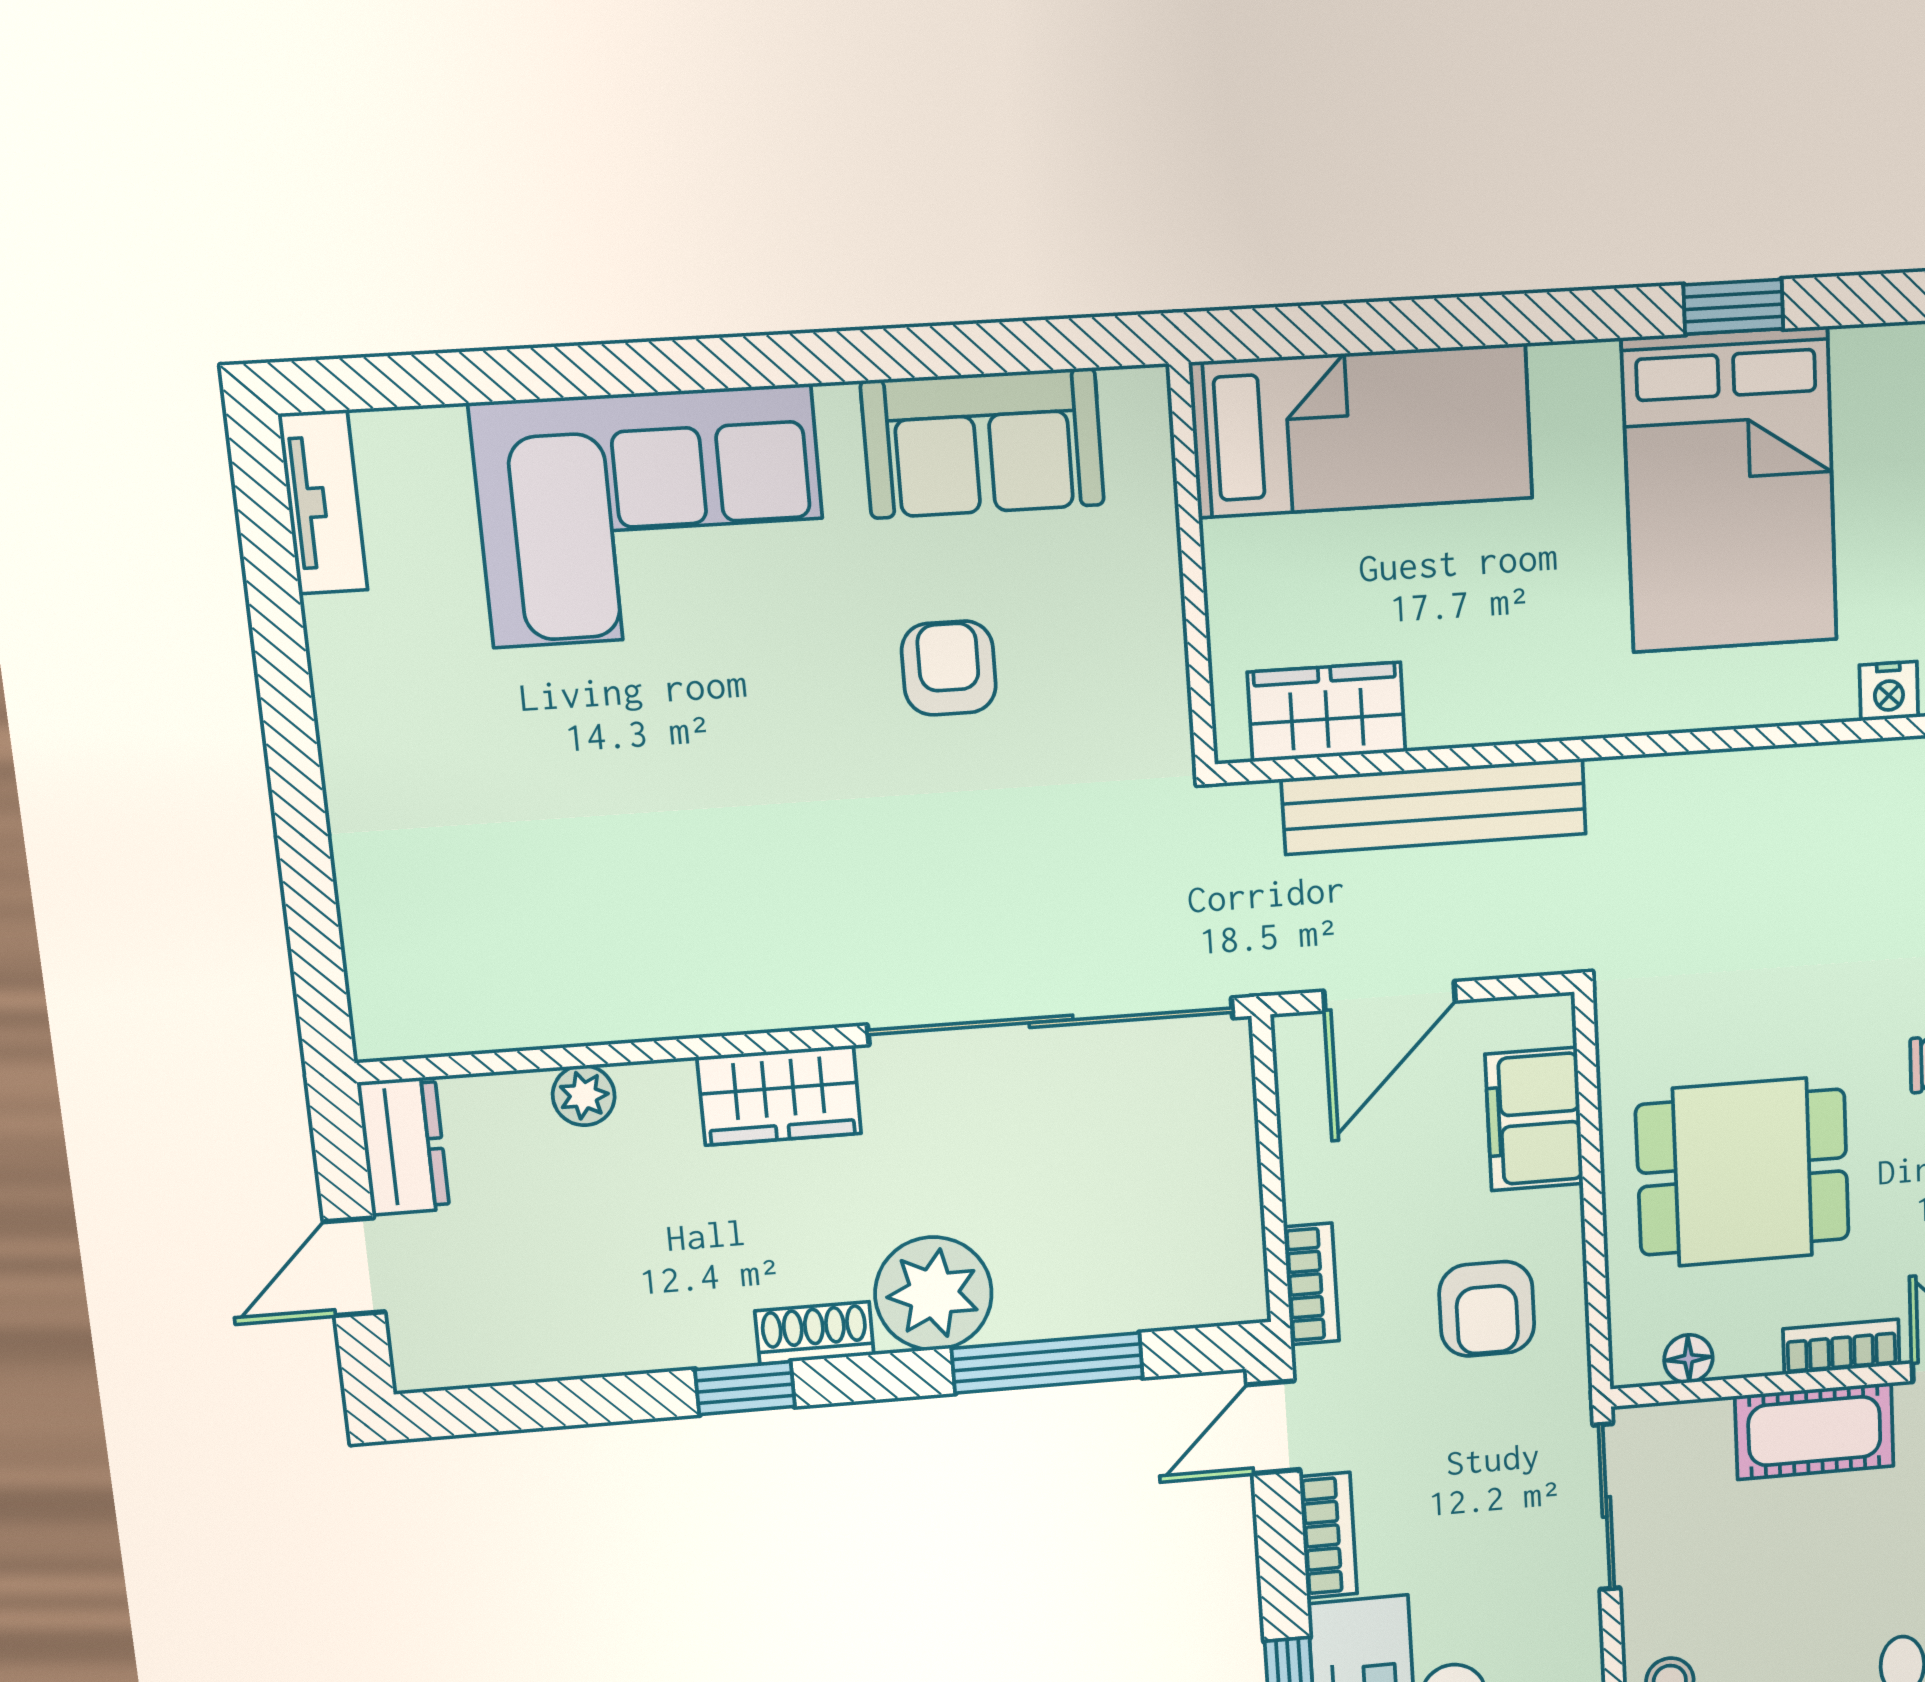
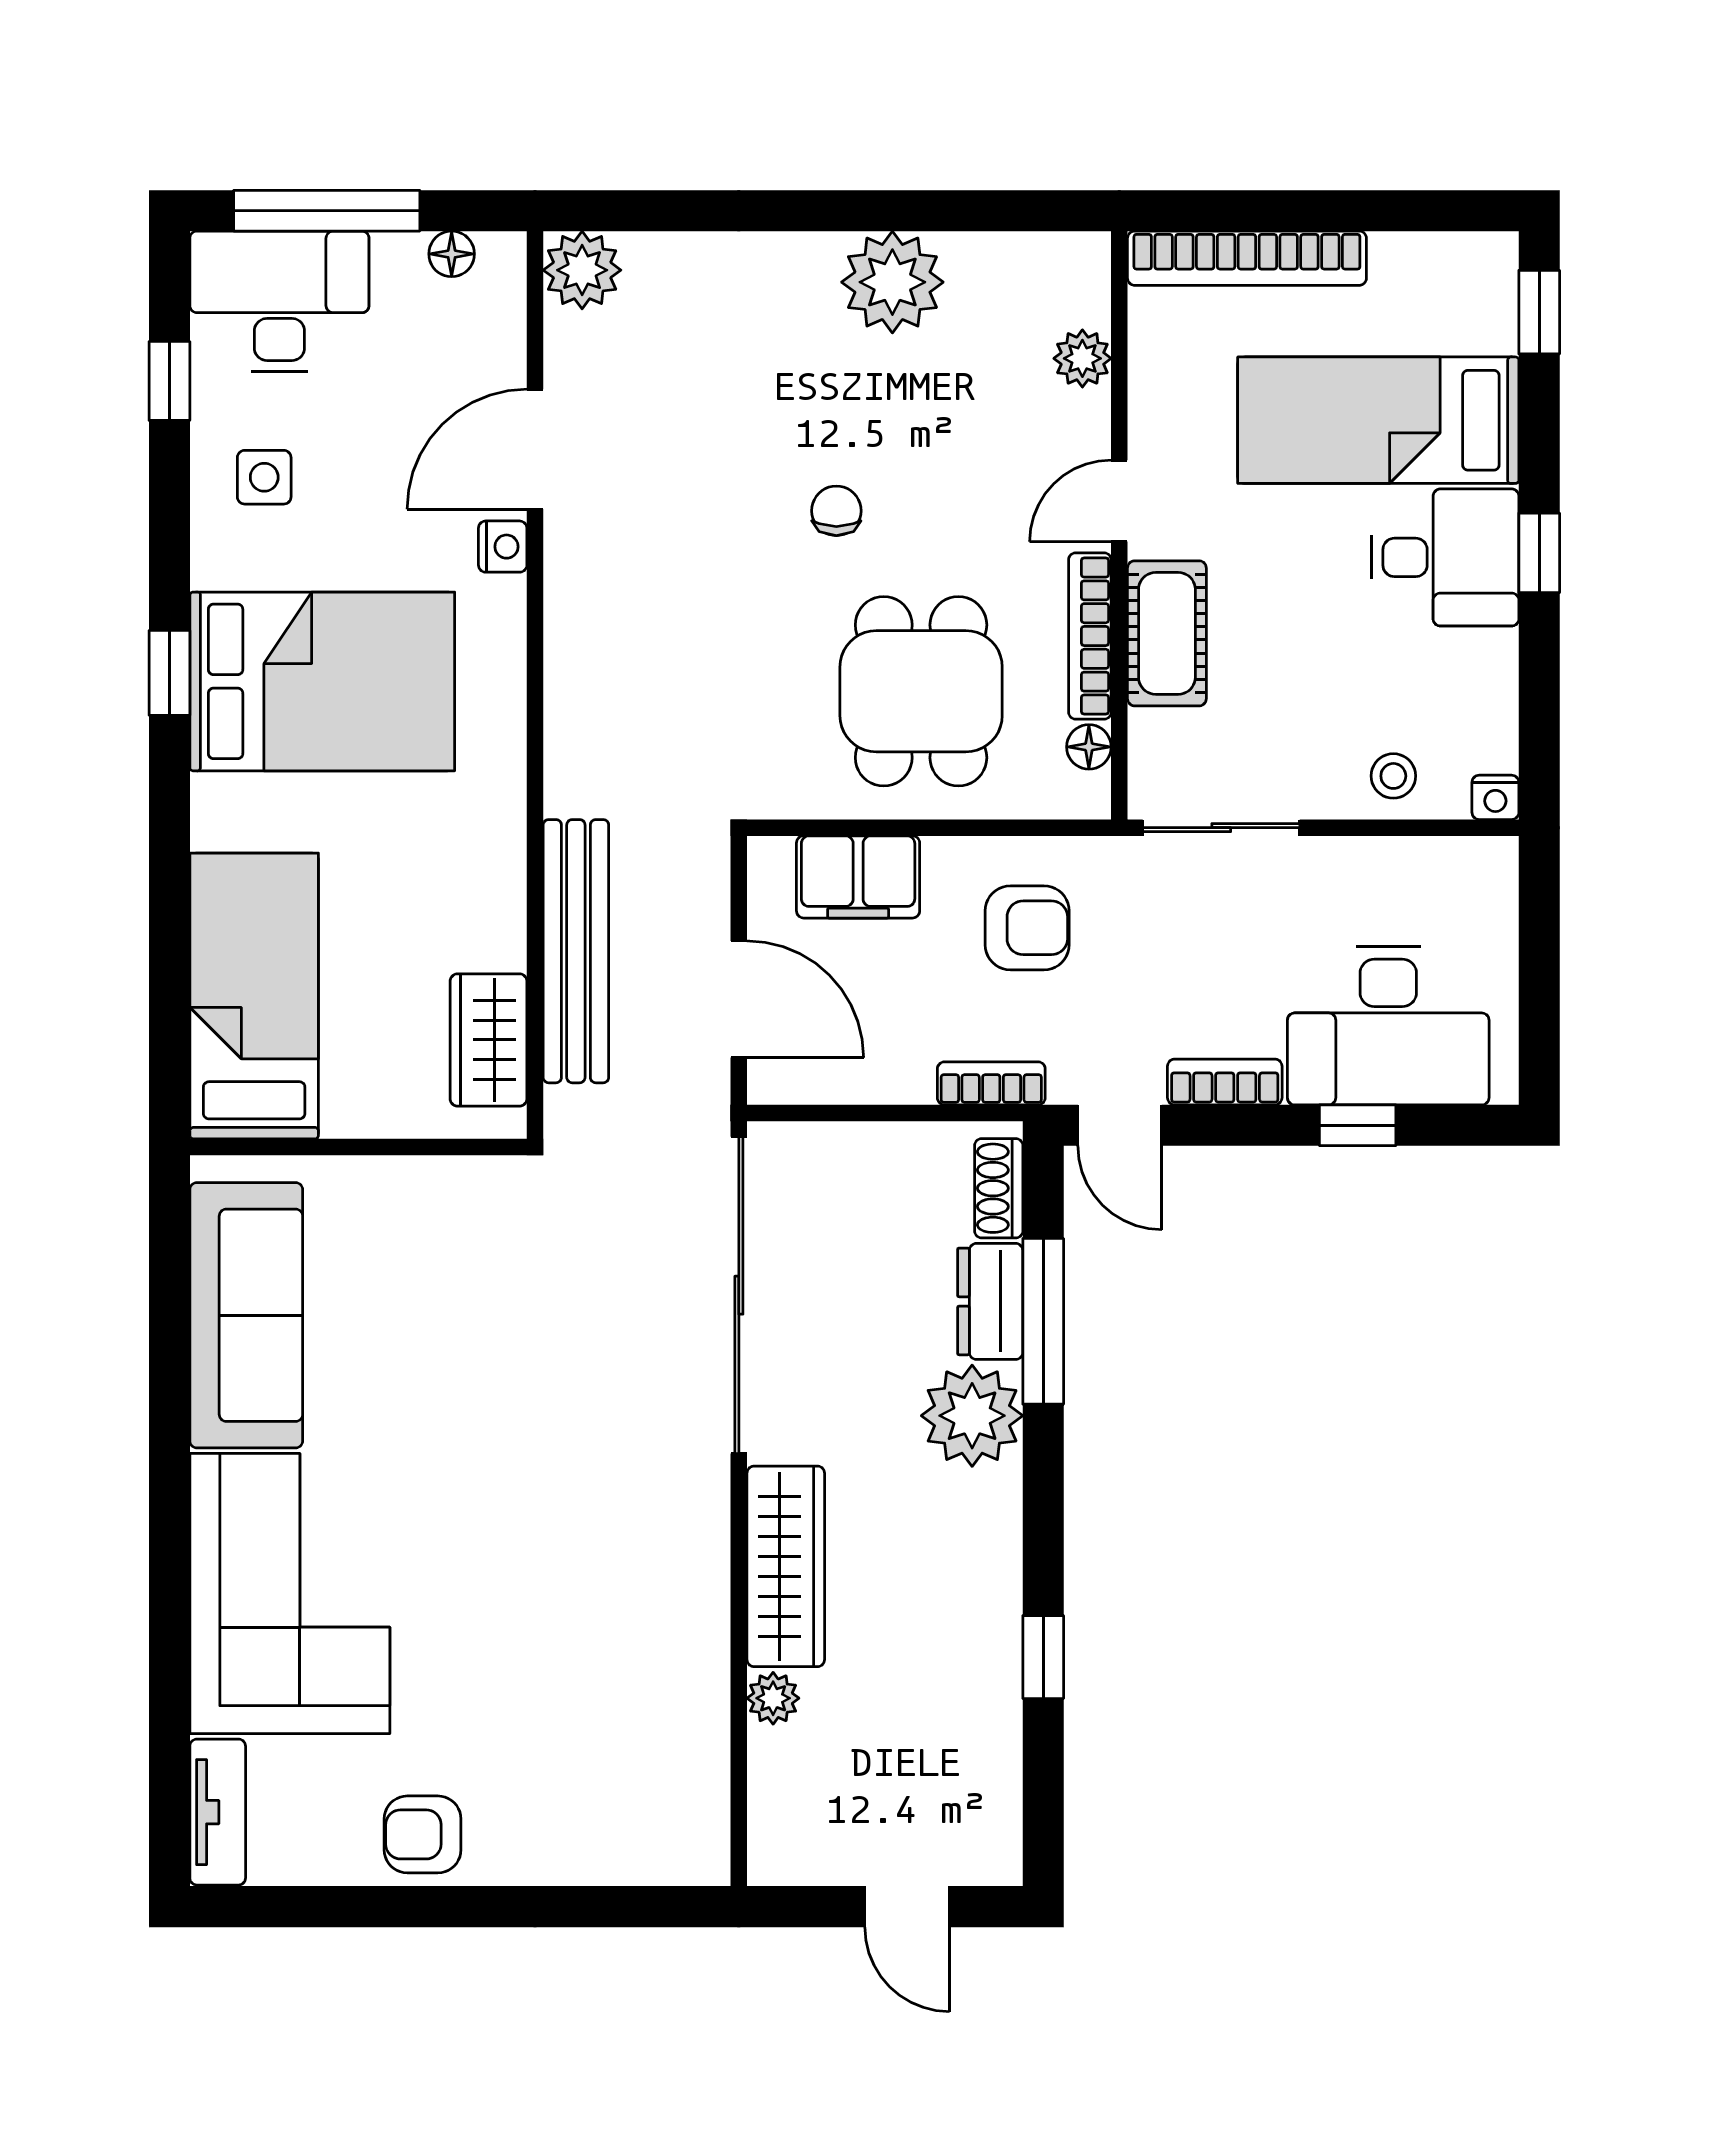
sofa: (983, 443) -> (246, 1315), width x1.36
tv unit: (323, 502) -> (218, 1812), moved, turned 90
armchair: (949, 668) -> (423, 1834), moved
wardrobe: (779, 1095) -> (786, 1566), width x1.50
dresser: (403, 1146) -> (990, 1301), moved, turned -90
shoe rack: (814, 1333) -> (999, 1188), moved
bookcase: (1841, 1347) -> (1090, 636), width x1.56
window: (745, 1388) -> (1043, 1657), moved

